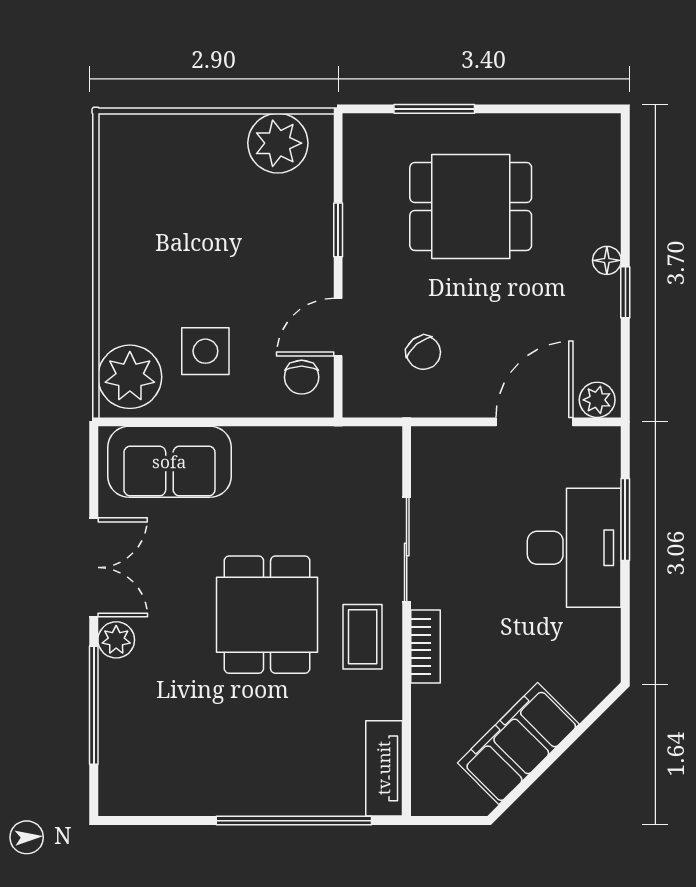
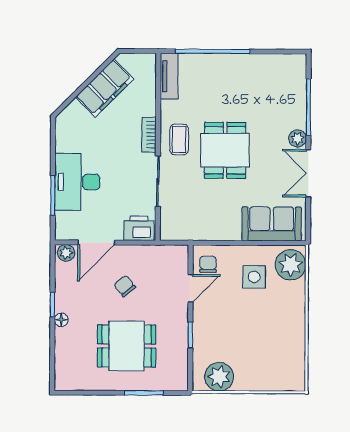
chair: (423, 353) -> (125, 286), moved
printer: (446, 452) -> (139, 228), added

